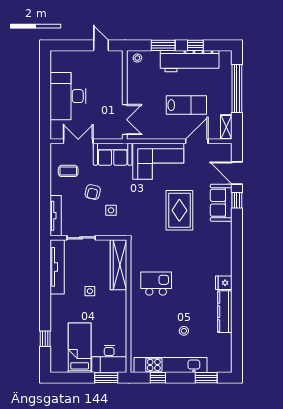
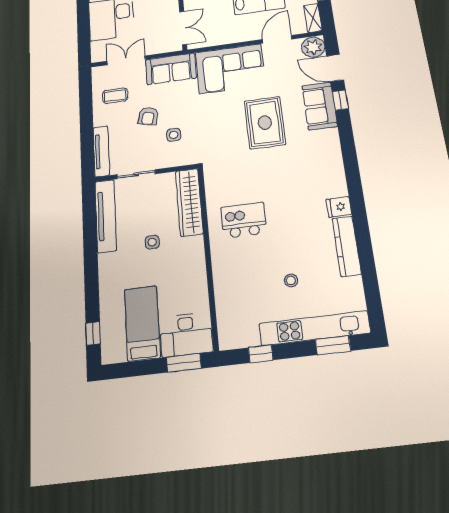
plant: (223, 153) -> (313, 47), added
window: (45, 339) -> (93, 334), moved
kitchen unit: (171, 365) -> (315, 328), moved

